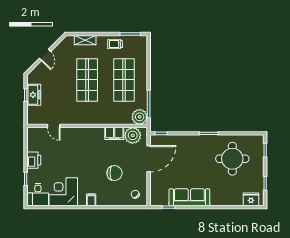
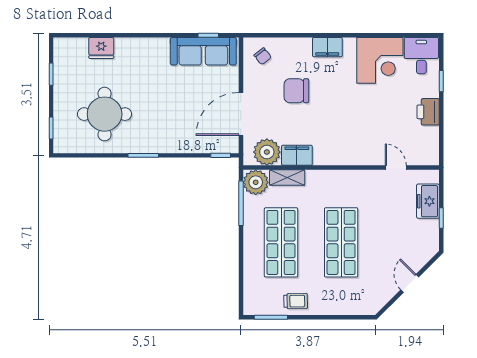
shelving: (85, 40) -> (287, 177), moved
freezer: (34, 95) -> (428, 201), moved
sofa: (189, 197) -> (203, 51), moved
fridge: (251, 199) -> (101, 48), moved
filing cabinet: (91, 200) -> (327, 47), width x2.00

